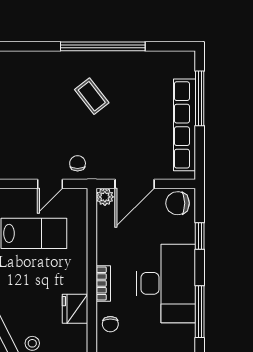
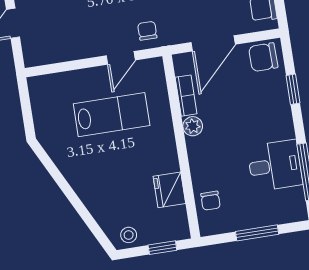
plant: (105, 197) -> (193, 126), moved
bookcase: (103, 283) -> (186, 96), moved
desk: (166, 283) -> (275, 166), width x0.53, depth x0.77

